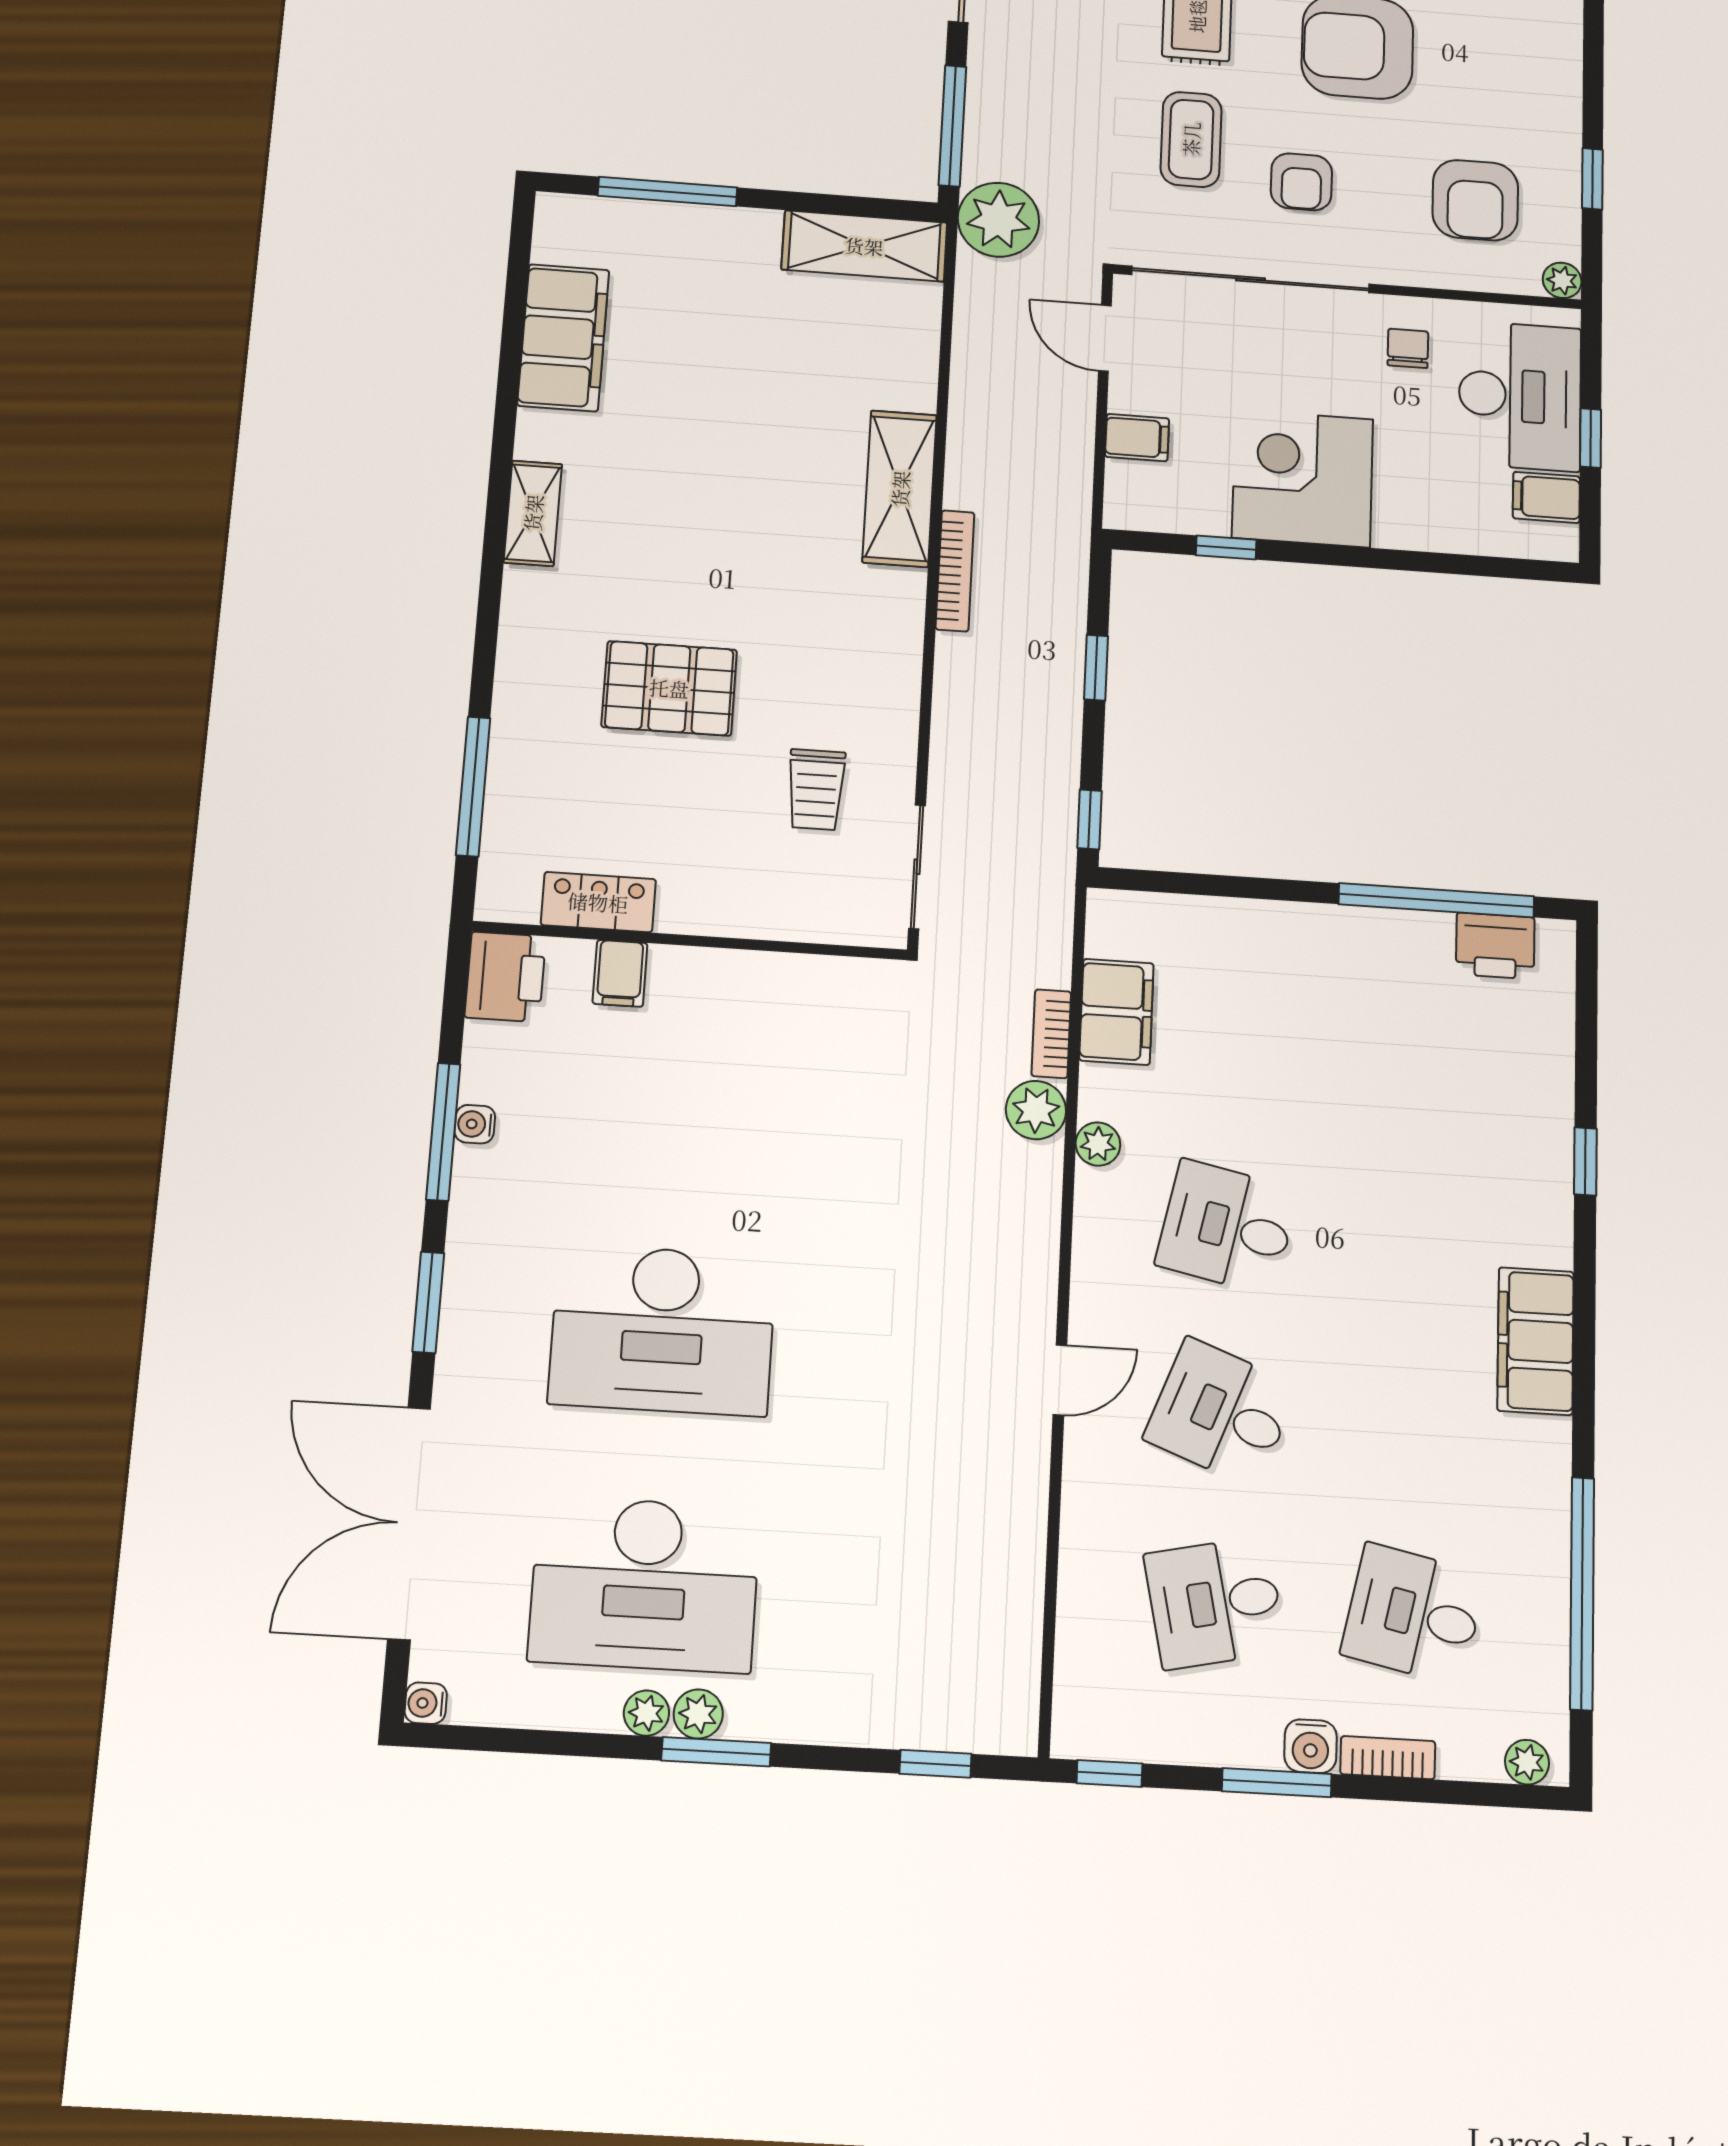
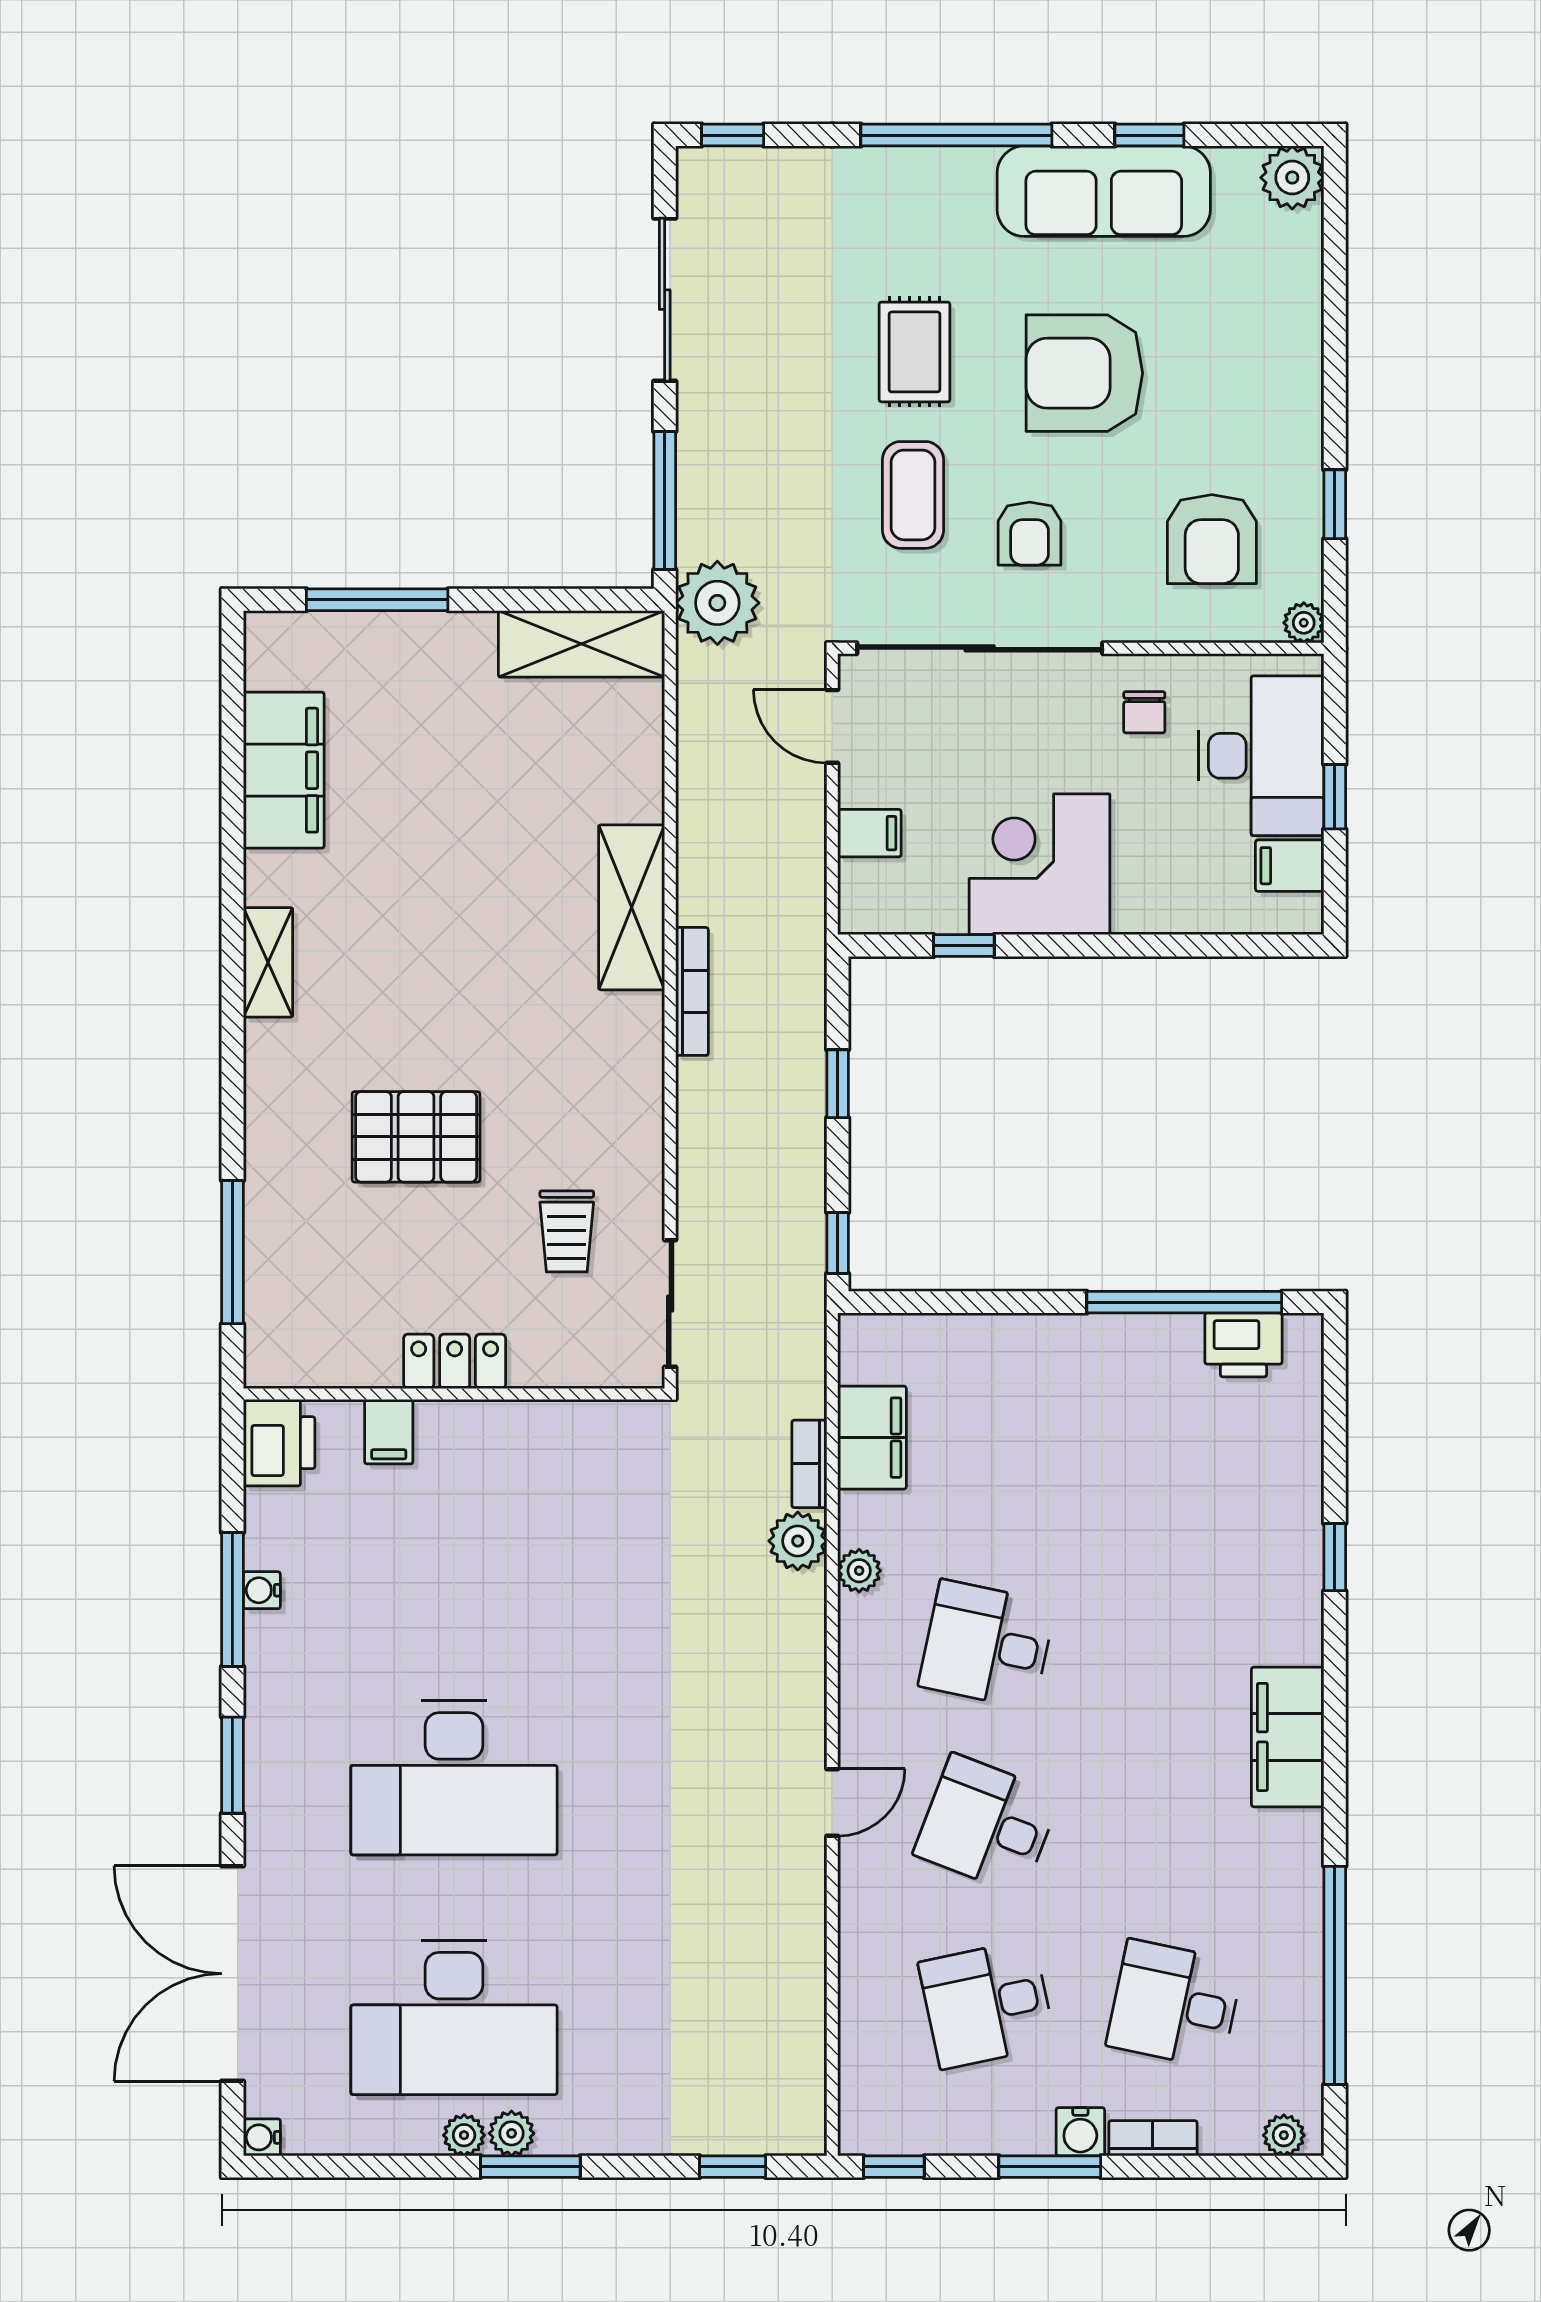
chair: (1408, 348) -> (1144, 712), turned 180
locker: (598, 902) -> (455, 1361), moved

